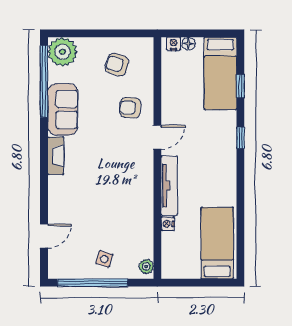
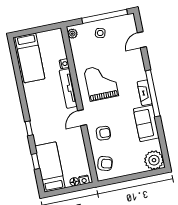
armchair: (117, 65) -> (105, 163), moved
window: (44, 81) -> (153, 93), moved
grand piano: (118, 184) -> (101, 82), added

